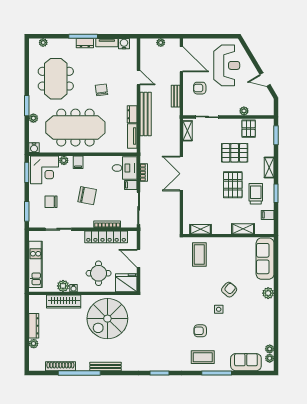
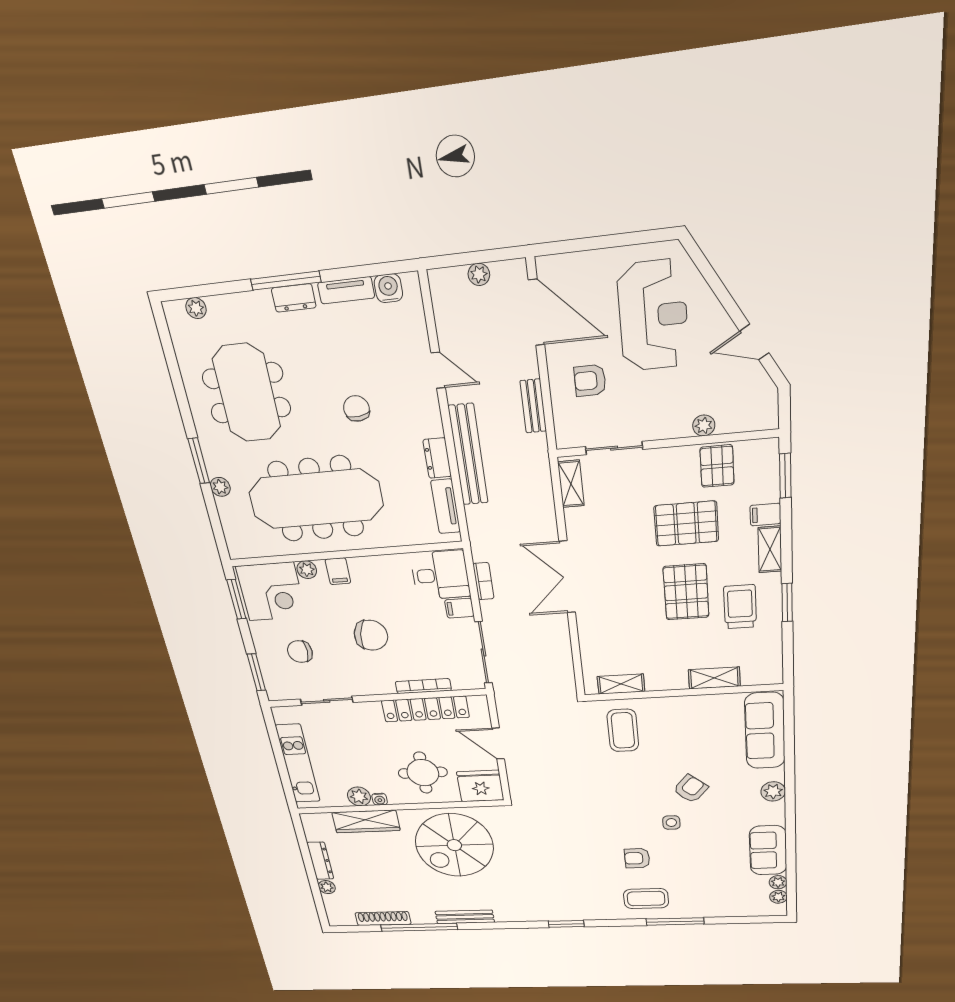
water cooler: (34, 148) -> (238, 549), removed
filing cabinet: (268, 215) -> (765, 514), moved
sofa: (246, 362) -> (768, 850), moved, turned -90

